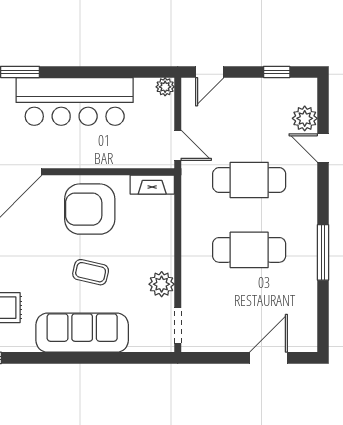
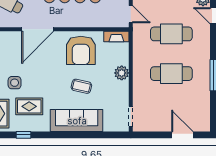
armchair: (90, 209) -> (81, 50), turned -90
plant: (162, 284) -> (122, 73), moved
door: (269, 358) -> (182, 135), hinge flipped

